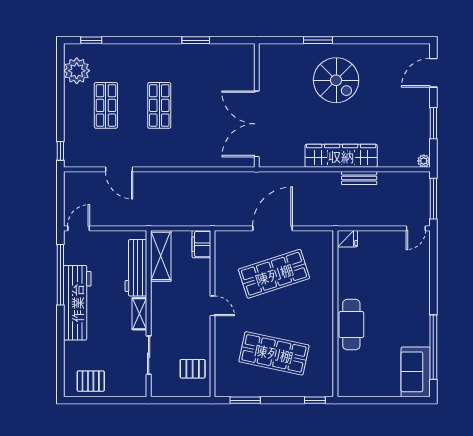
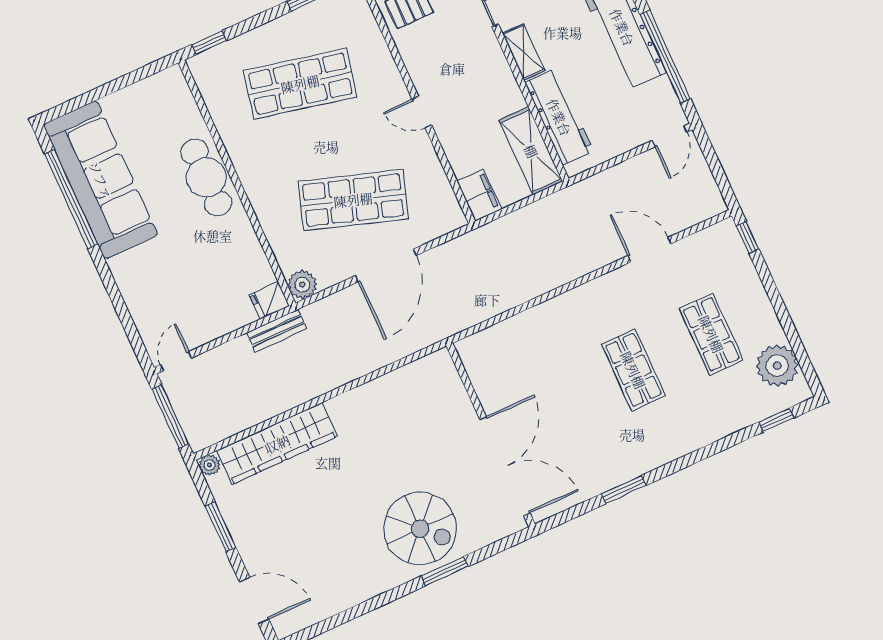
door: (433, 73) -> (254, 601), hinge flipped
spiral stairs: (336, 80) -> (420, 529), moved, turned 180
double door: (257, 124) -> (505, 466), moved
wardrobe: (341, 156) -> (277, 444), moved
bench: (359, 178) -> (276, 331), moved
plant: (325, 239) -> (302, 285), added
shop shelf: (274, 274) -> (353, 200), turned 36
sofa: (416, 372) -> (101, 180), width x1.85, depth x1.27

